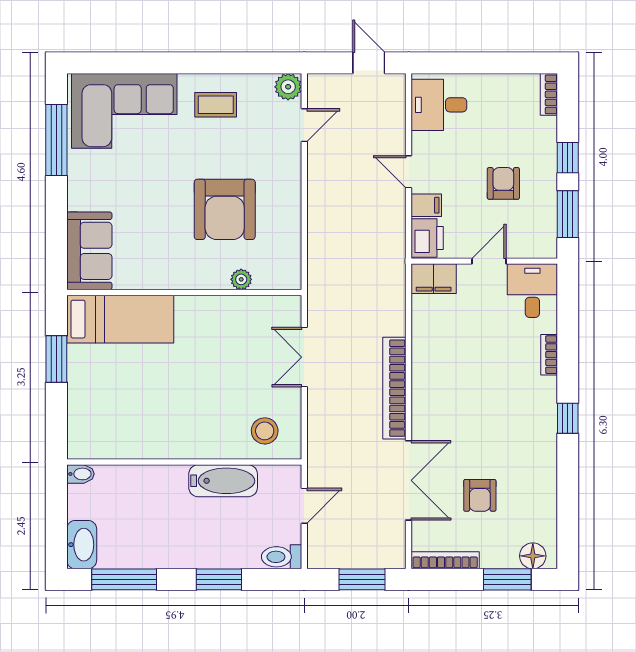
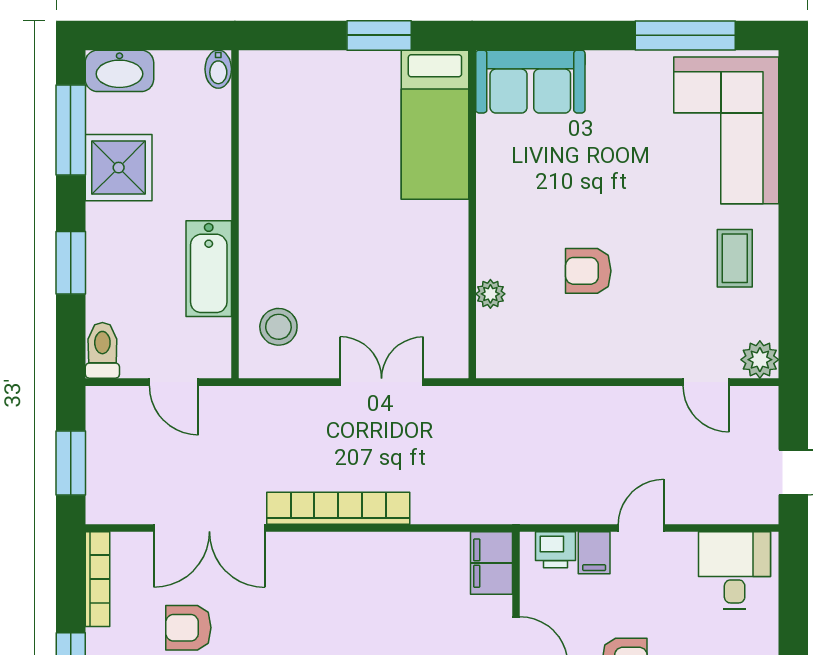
armchair: (225, 209) -> (588, 271), width x0.53, depth x0.53
printer: (427, 238) -> (556, 550), width x0.73, depth x0.81
shower: (151, 545) -> (119, 168), added

